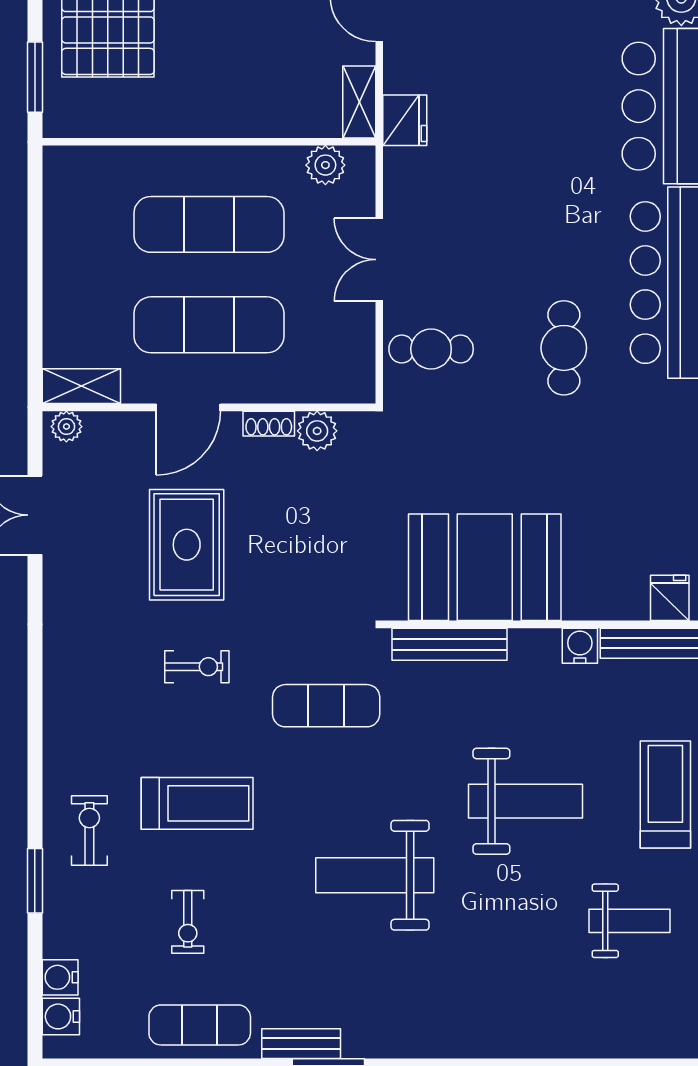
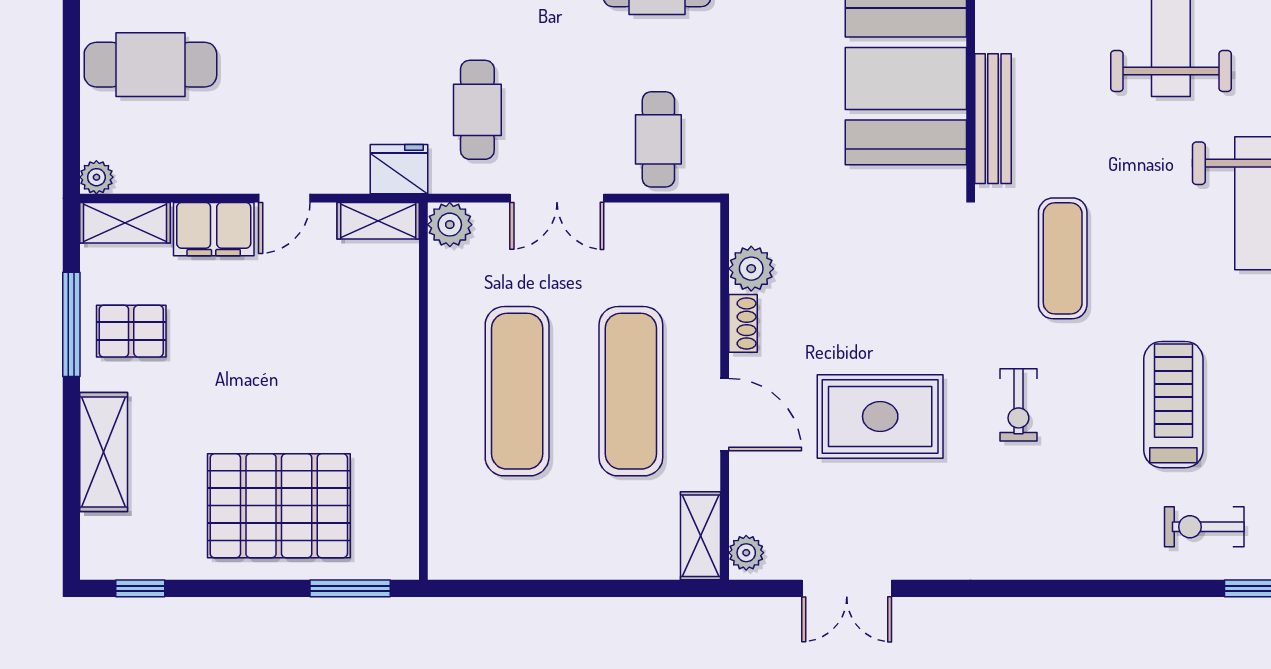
plant: (325, 165) -> (450, 225), moved
cafe table: (457, 189) -> (477, 110), added
exercise bike: (197, 667) -> (1018, 405), turned 180

